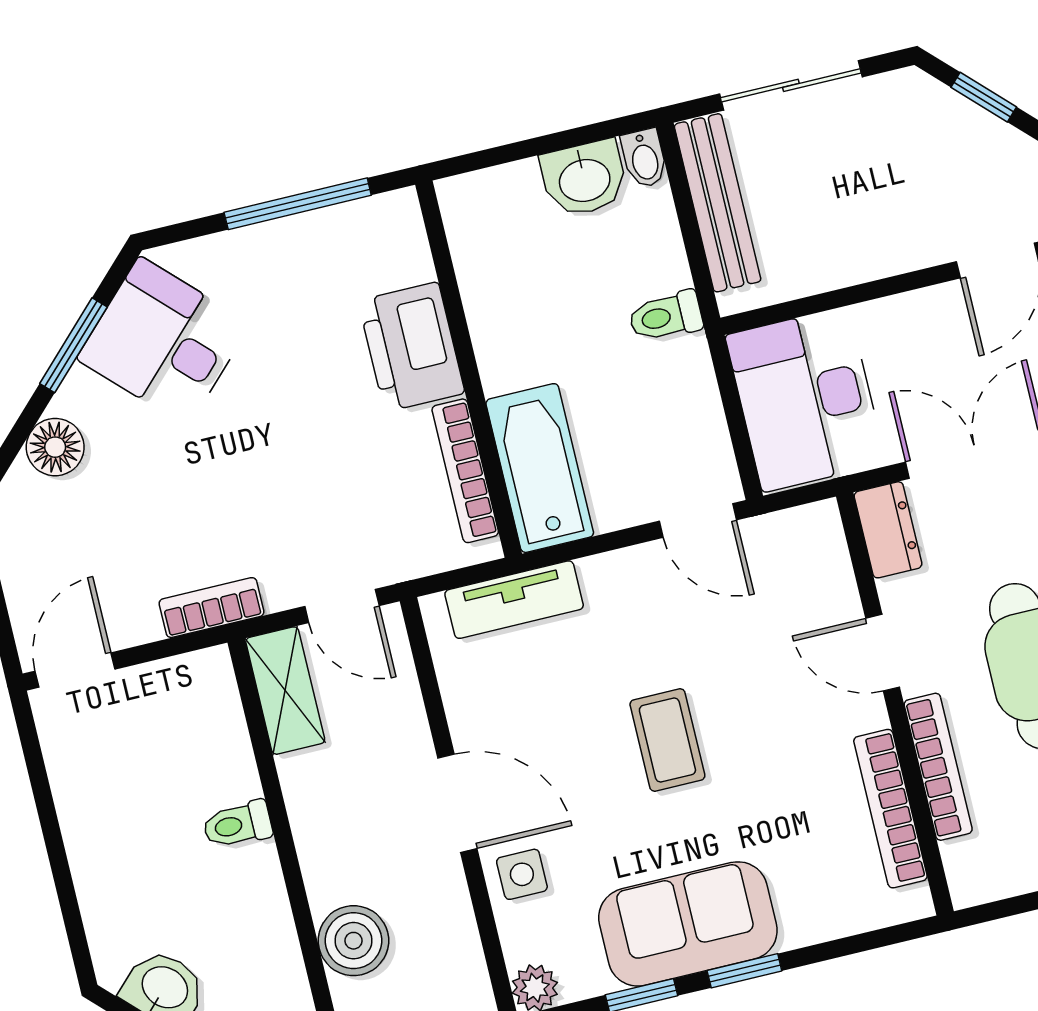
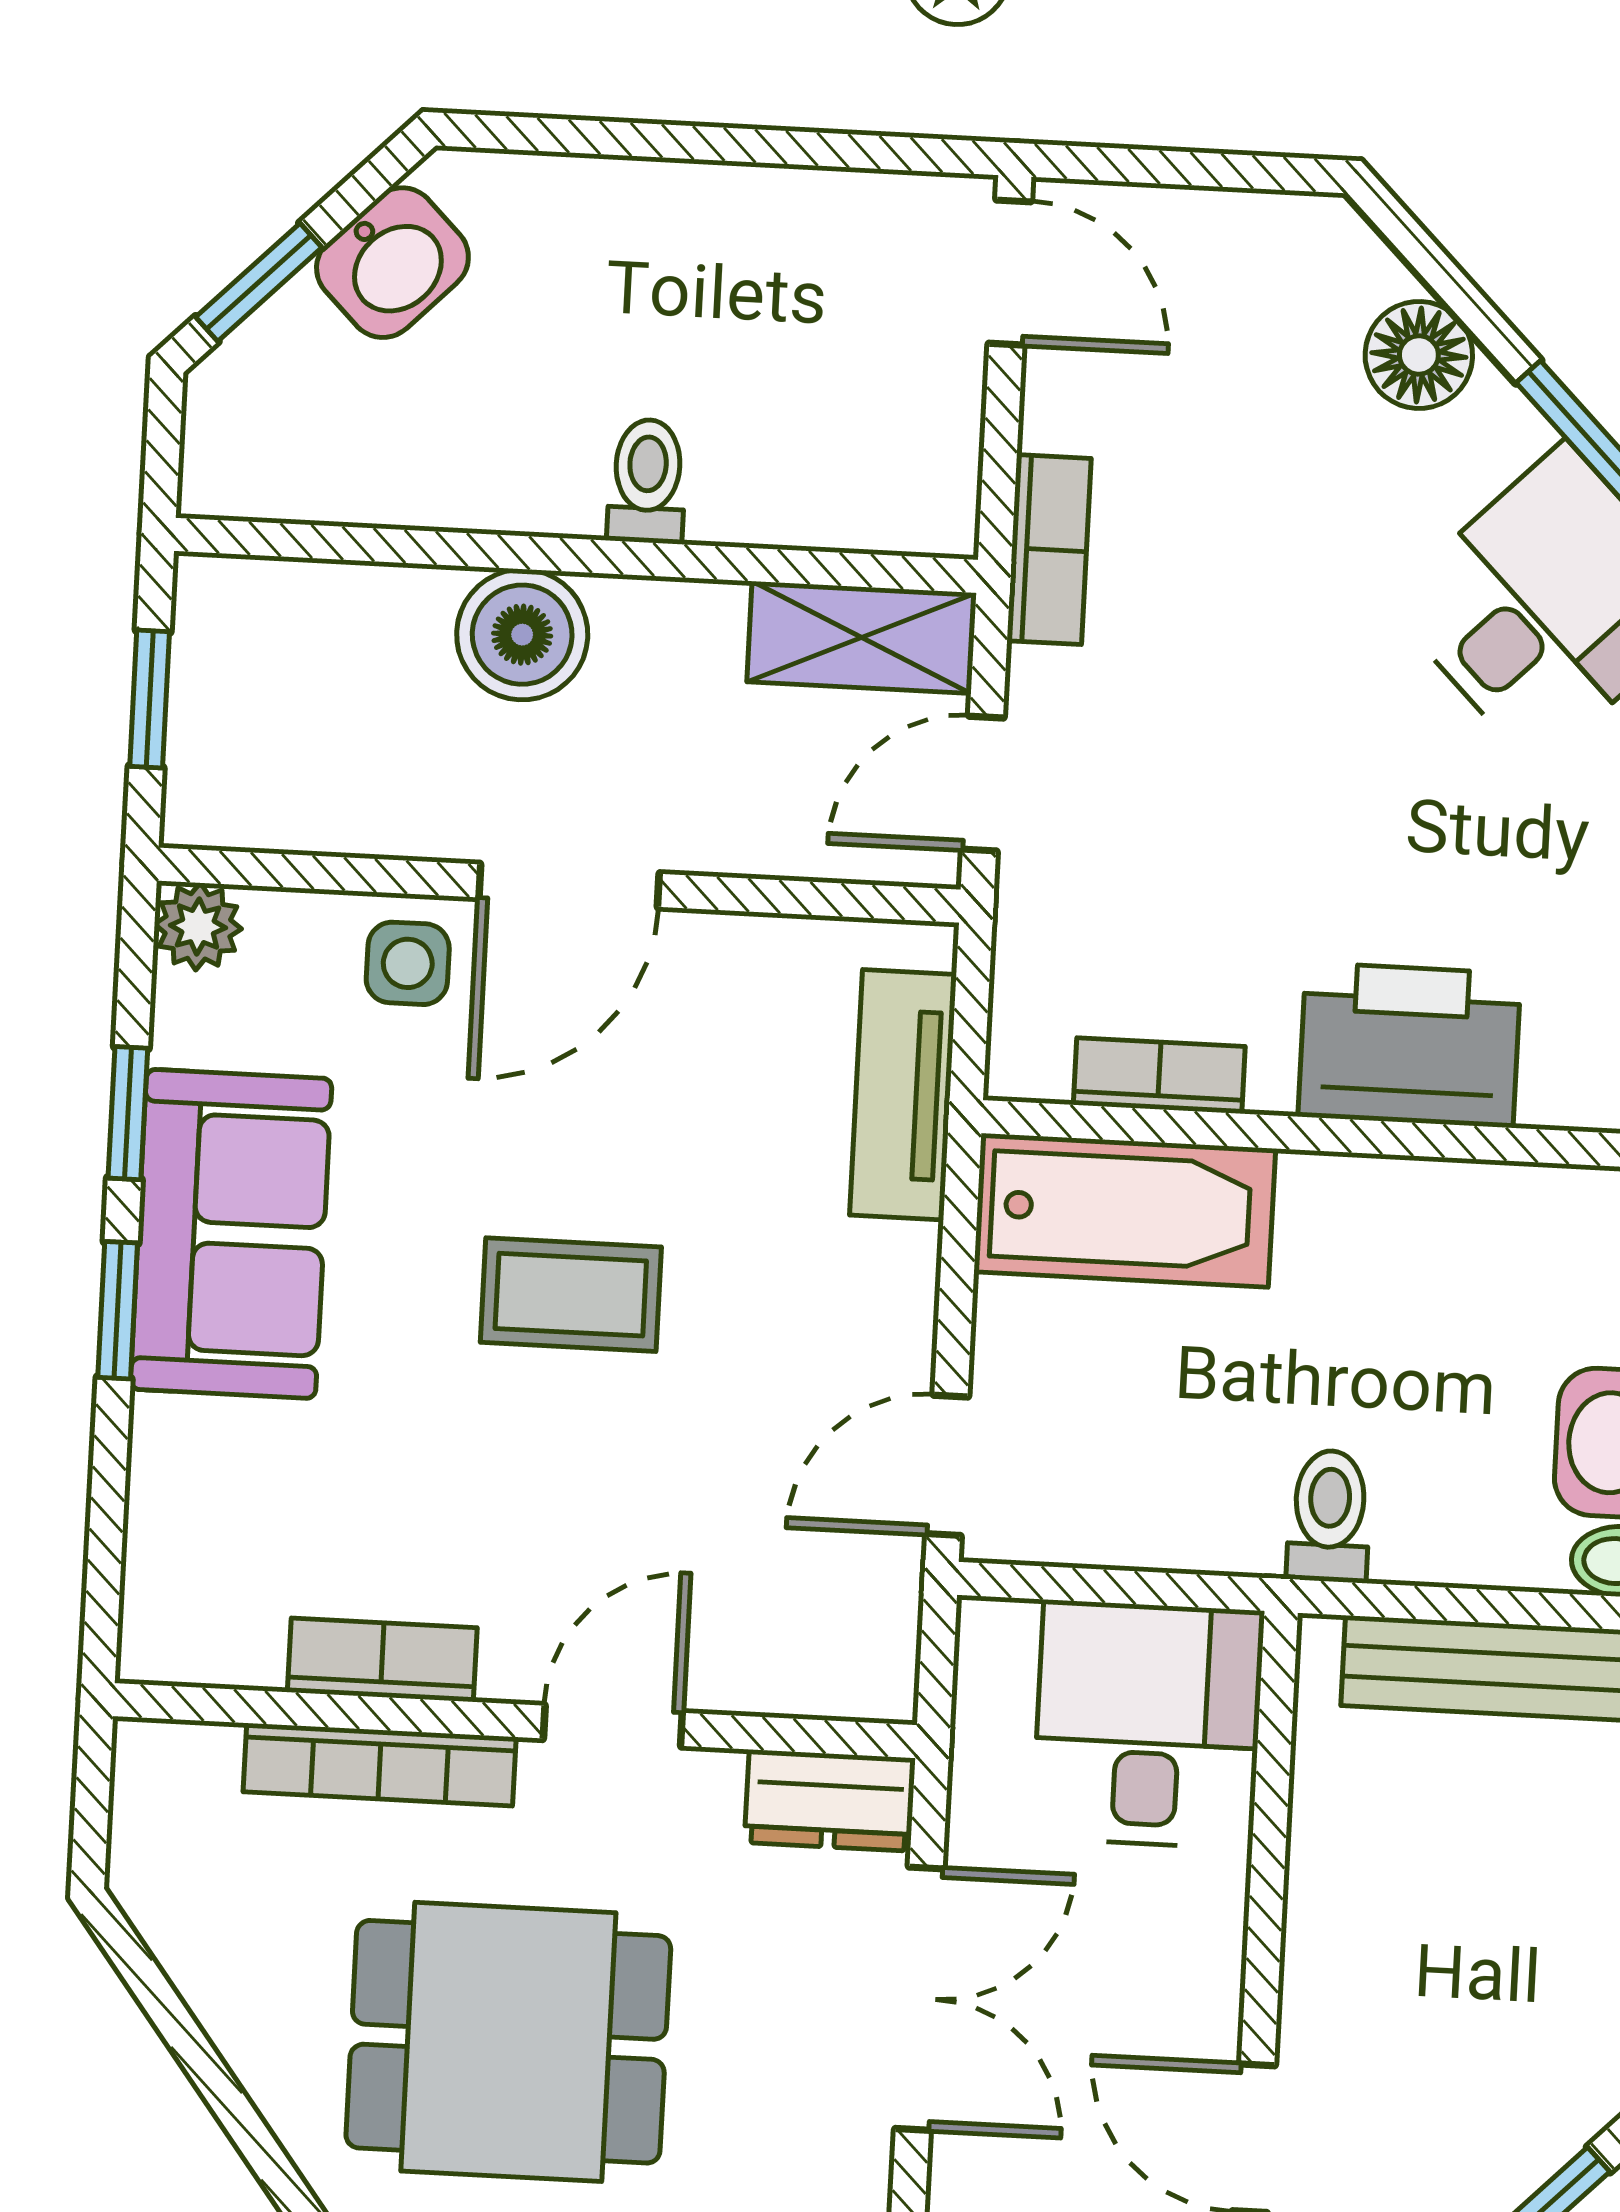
desk: (806, 399) -> (1148, 1724), width x0.73
bookcase: (465, 471) -> (1159, 1076), width x0.64
bookcase: (890, 809) -> (382, 1660), width x0.64
boiler: (354, 941) -> (522, 635), moved

